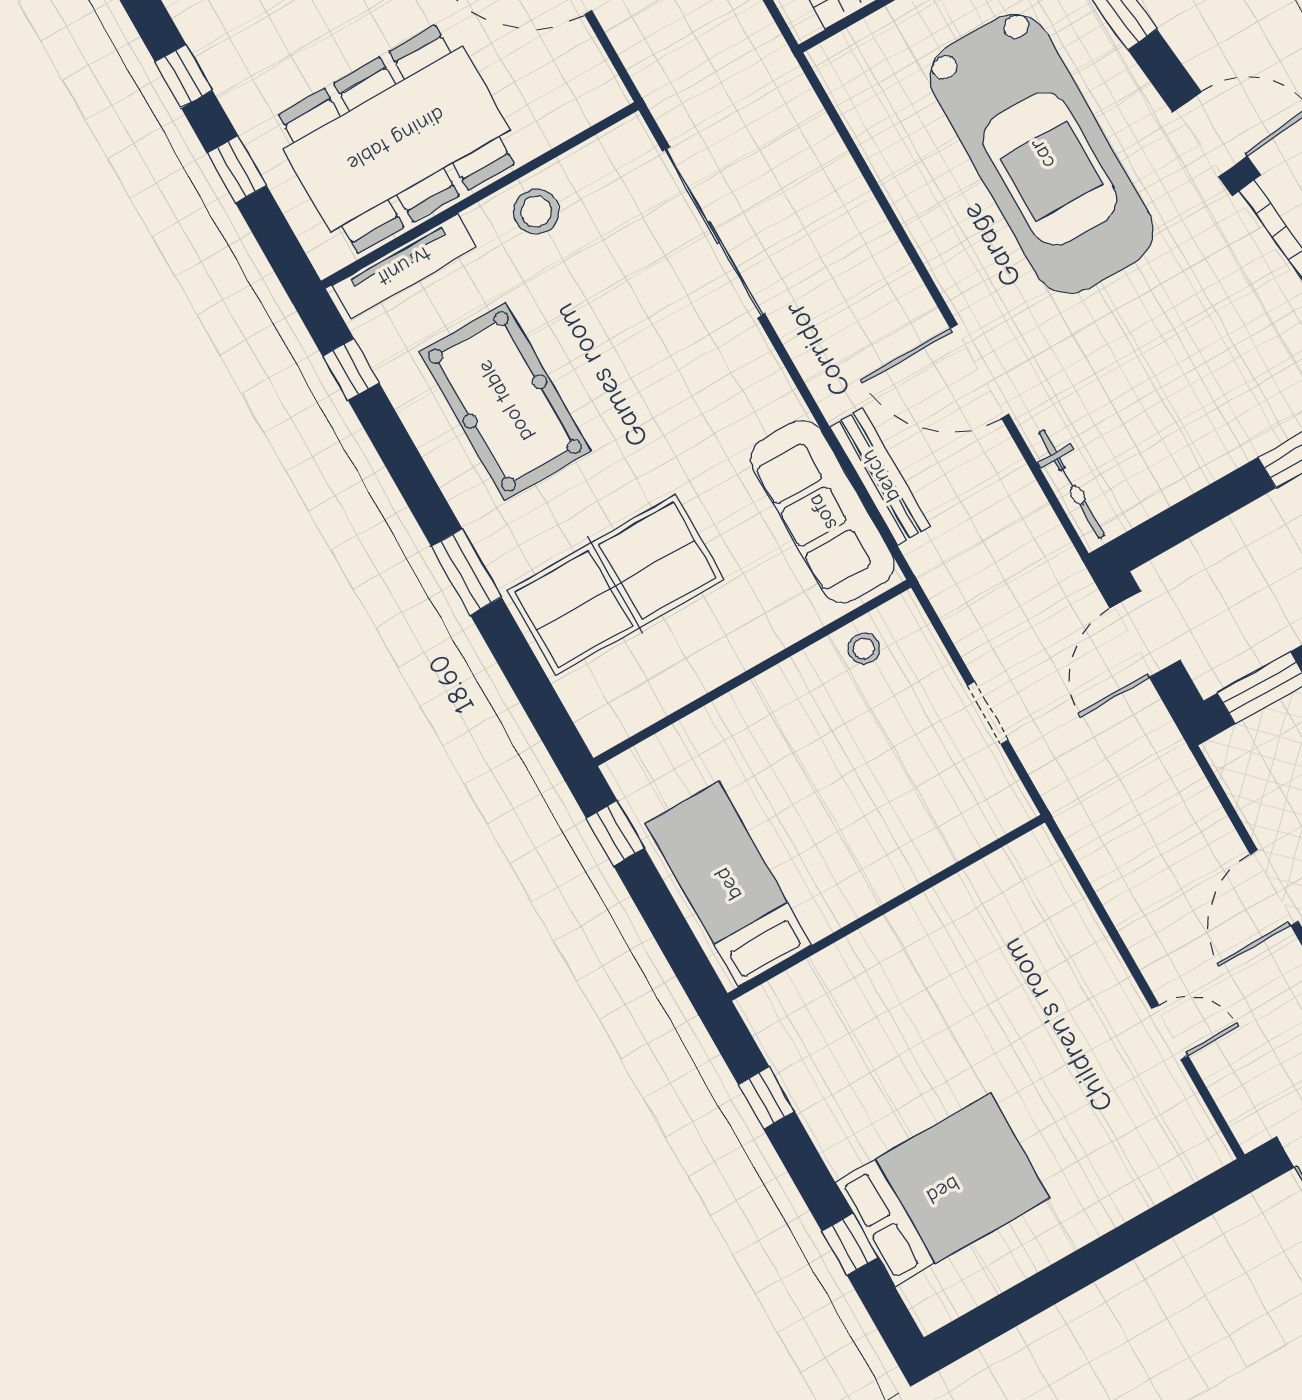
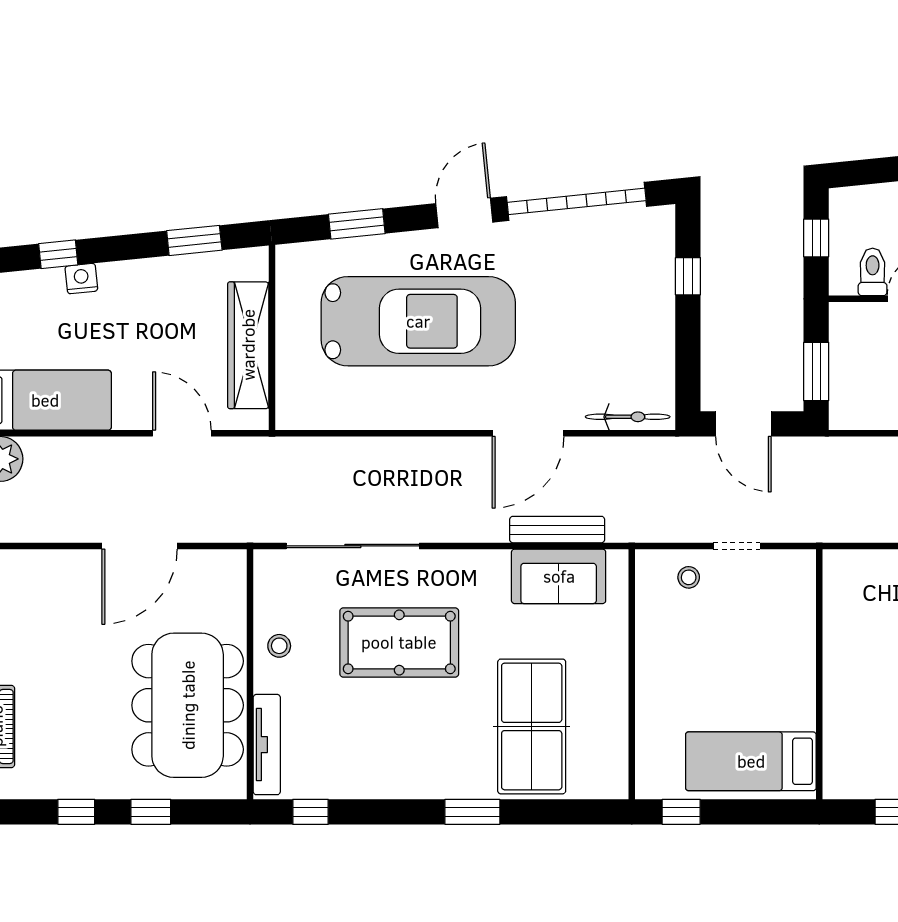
stool: (536, 212) -> (279, 646), width x0.73, depth x0.73
pool table: (505, 401) -> (399, 642), moved
sofa: (822, 512) -> (559, 576), width x0.73
stool: (864, 648) -> (689, 577), moved

